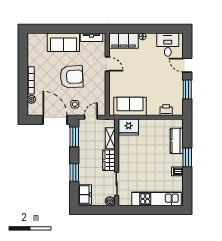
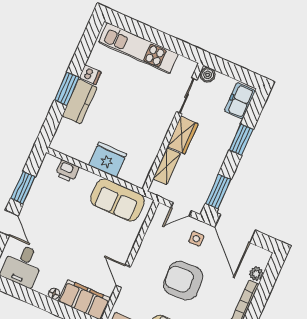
fridge: (129, 127) -> (108, 160), moved
kitchen counter: (177, 141) -> (80, 101), moved

